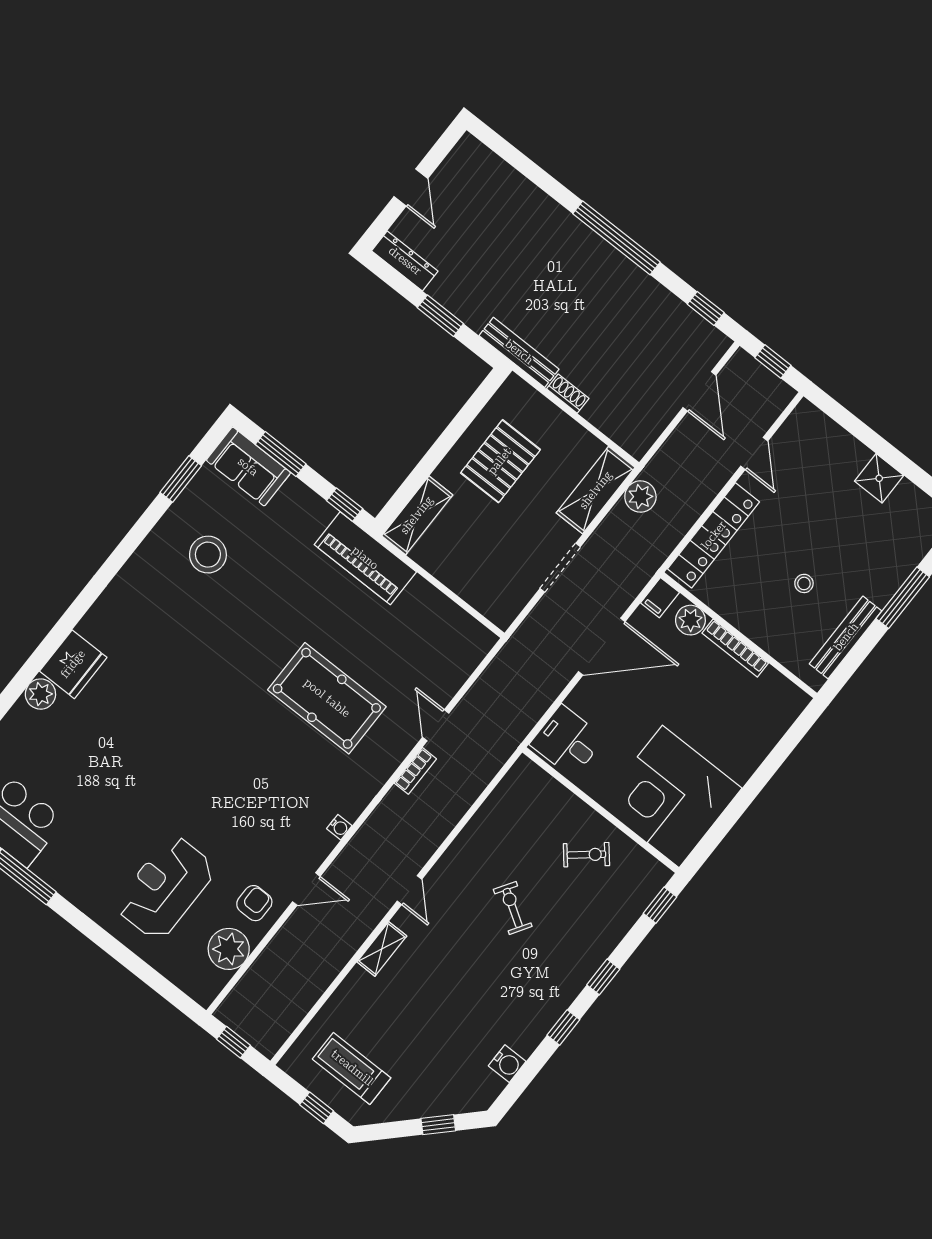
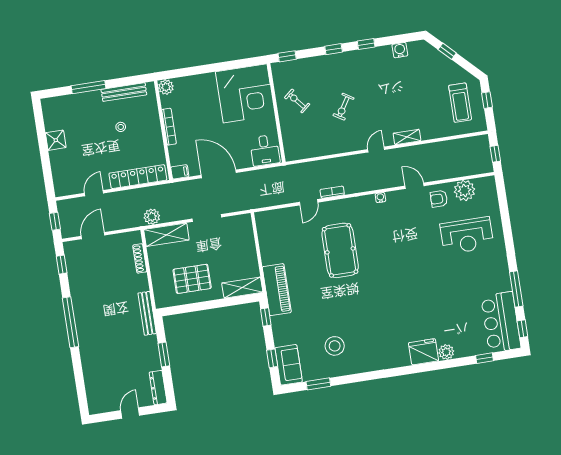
shoe rack: (568, 394) -> (140, 258), moved, width x1.43
window: (281, 454) -> (272, 358), width x0.67
plant: (690, 620) -> (166, 87), moved

